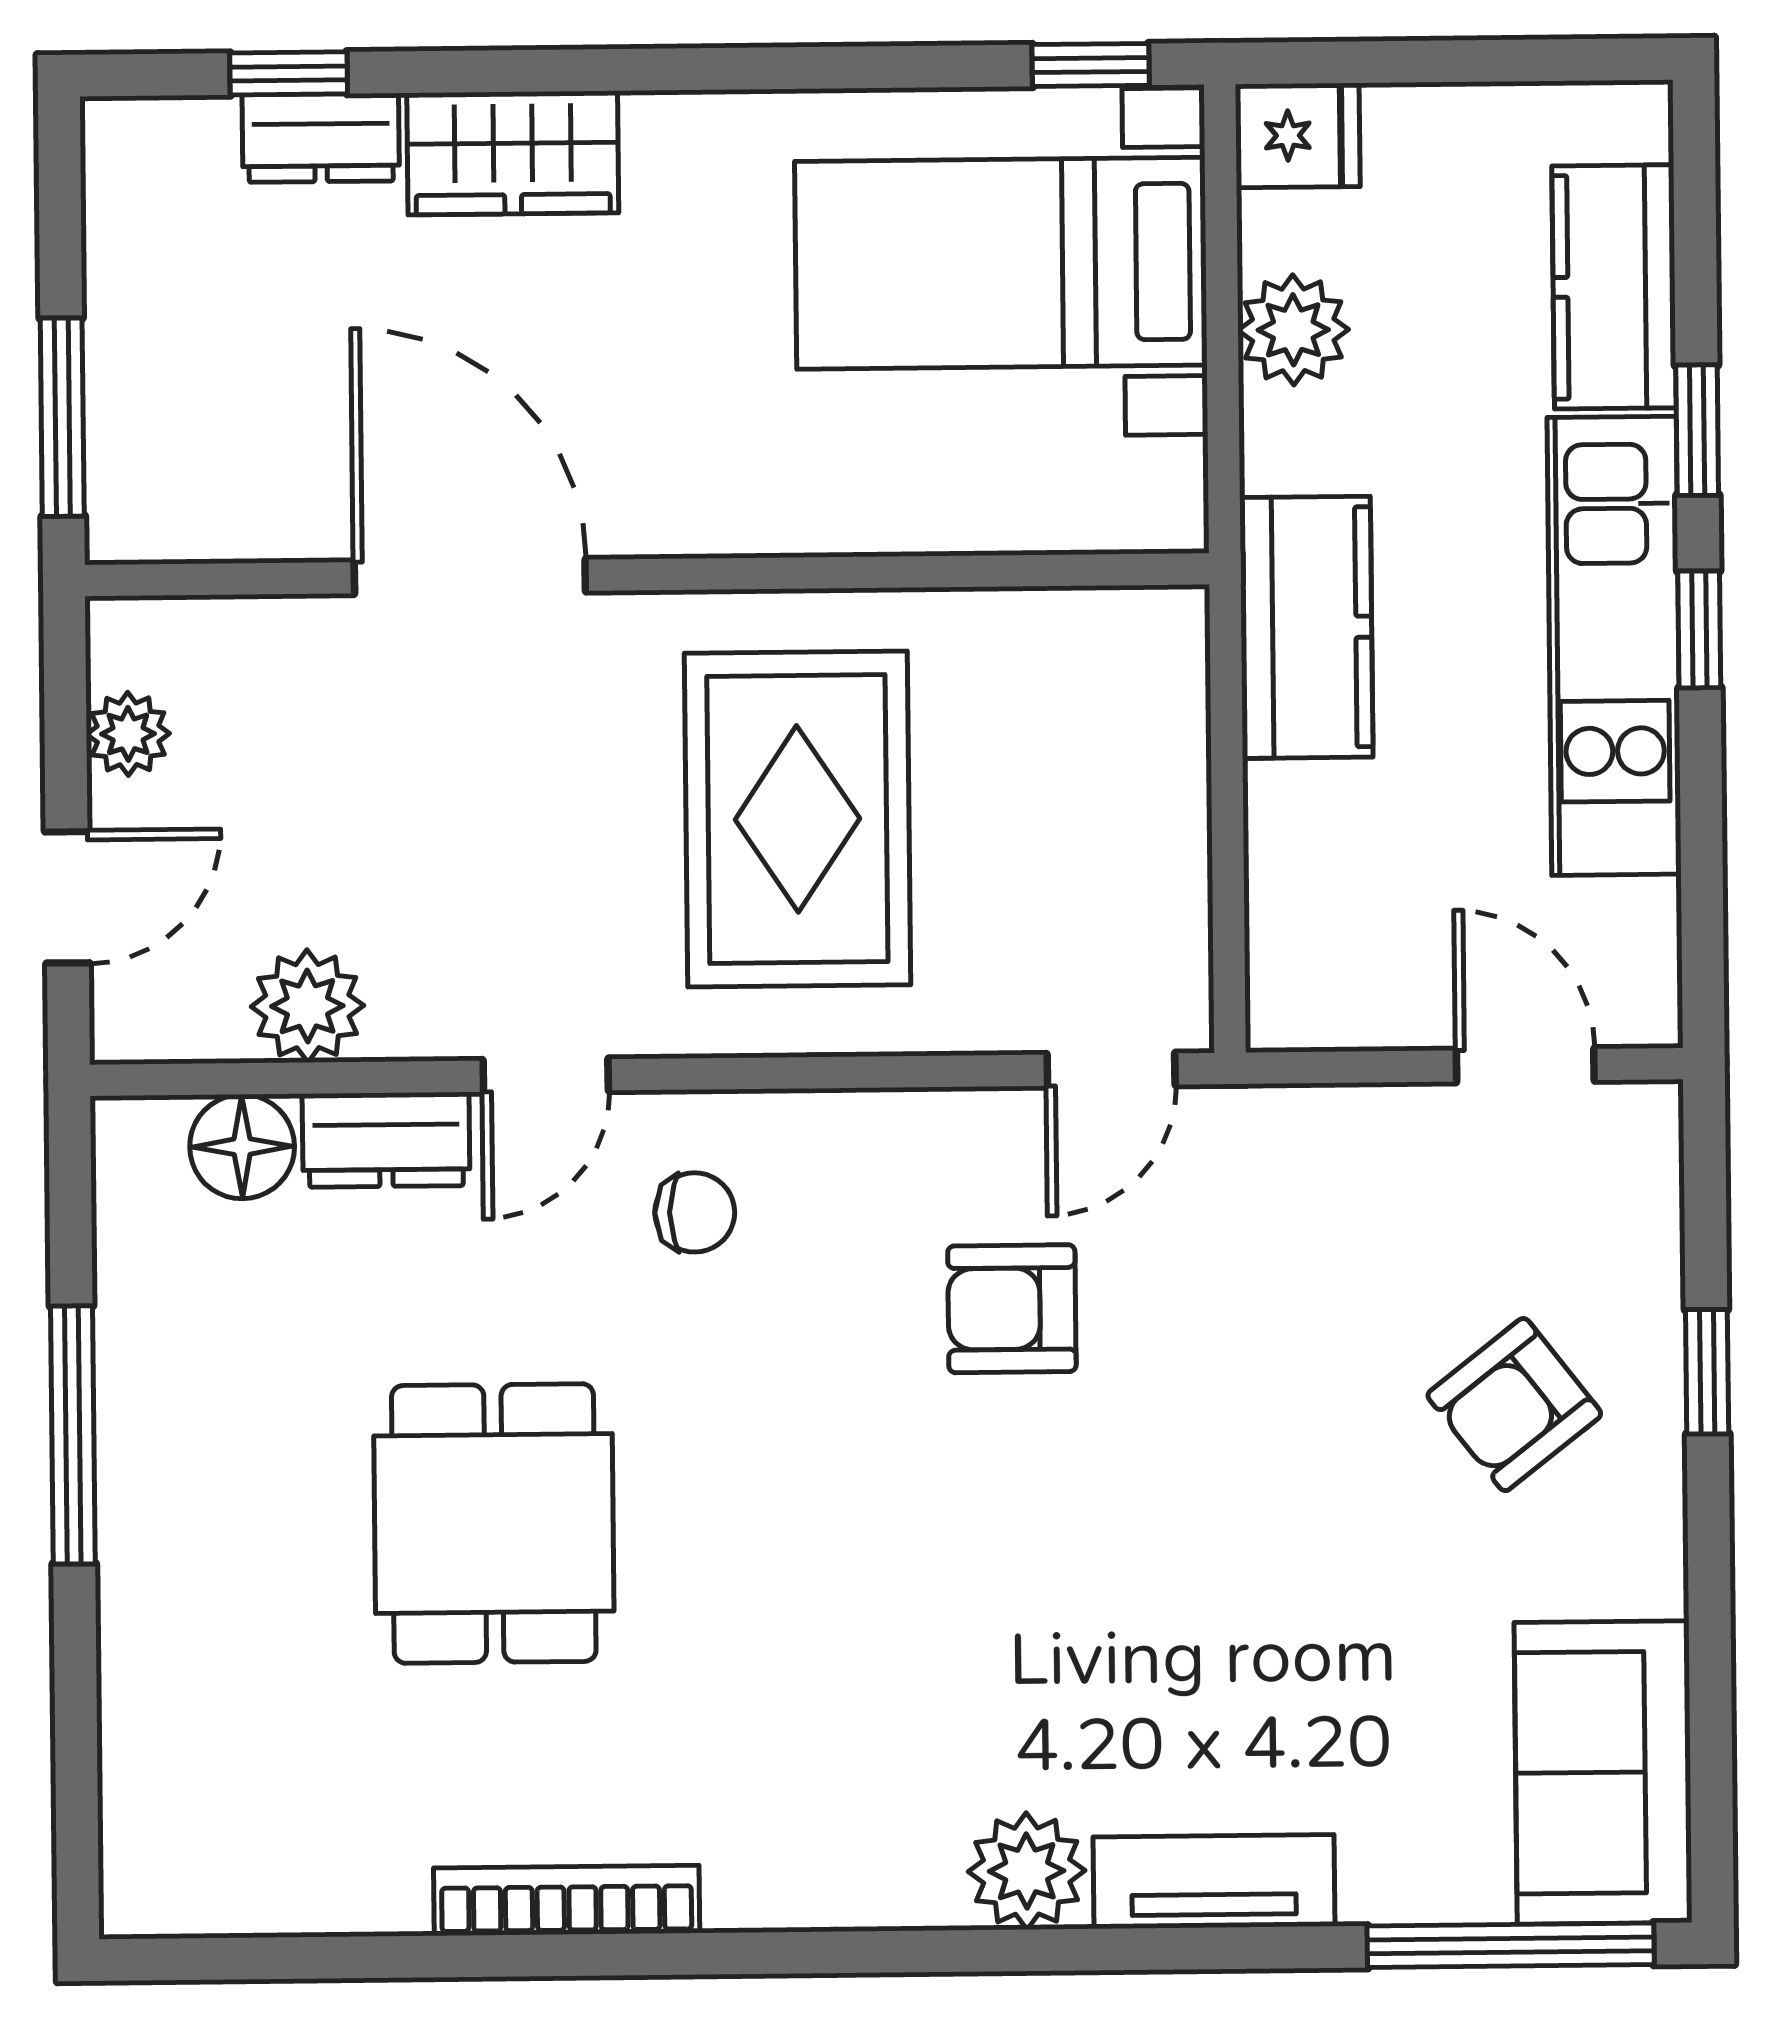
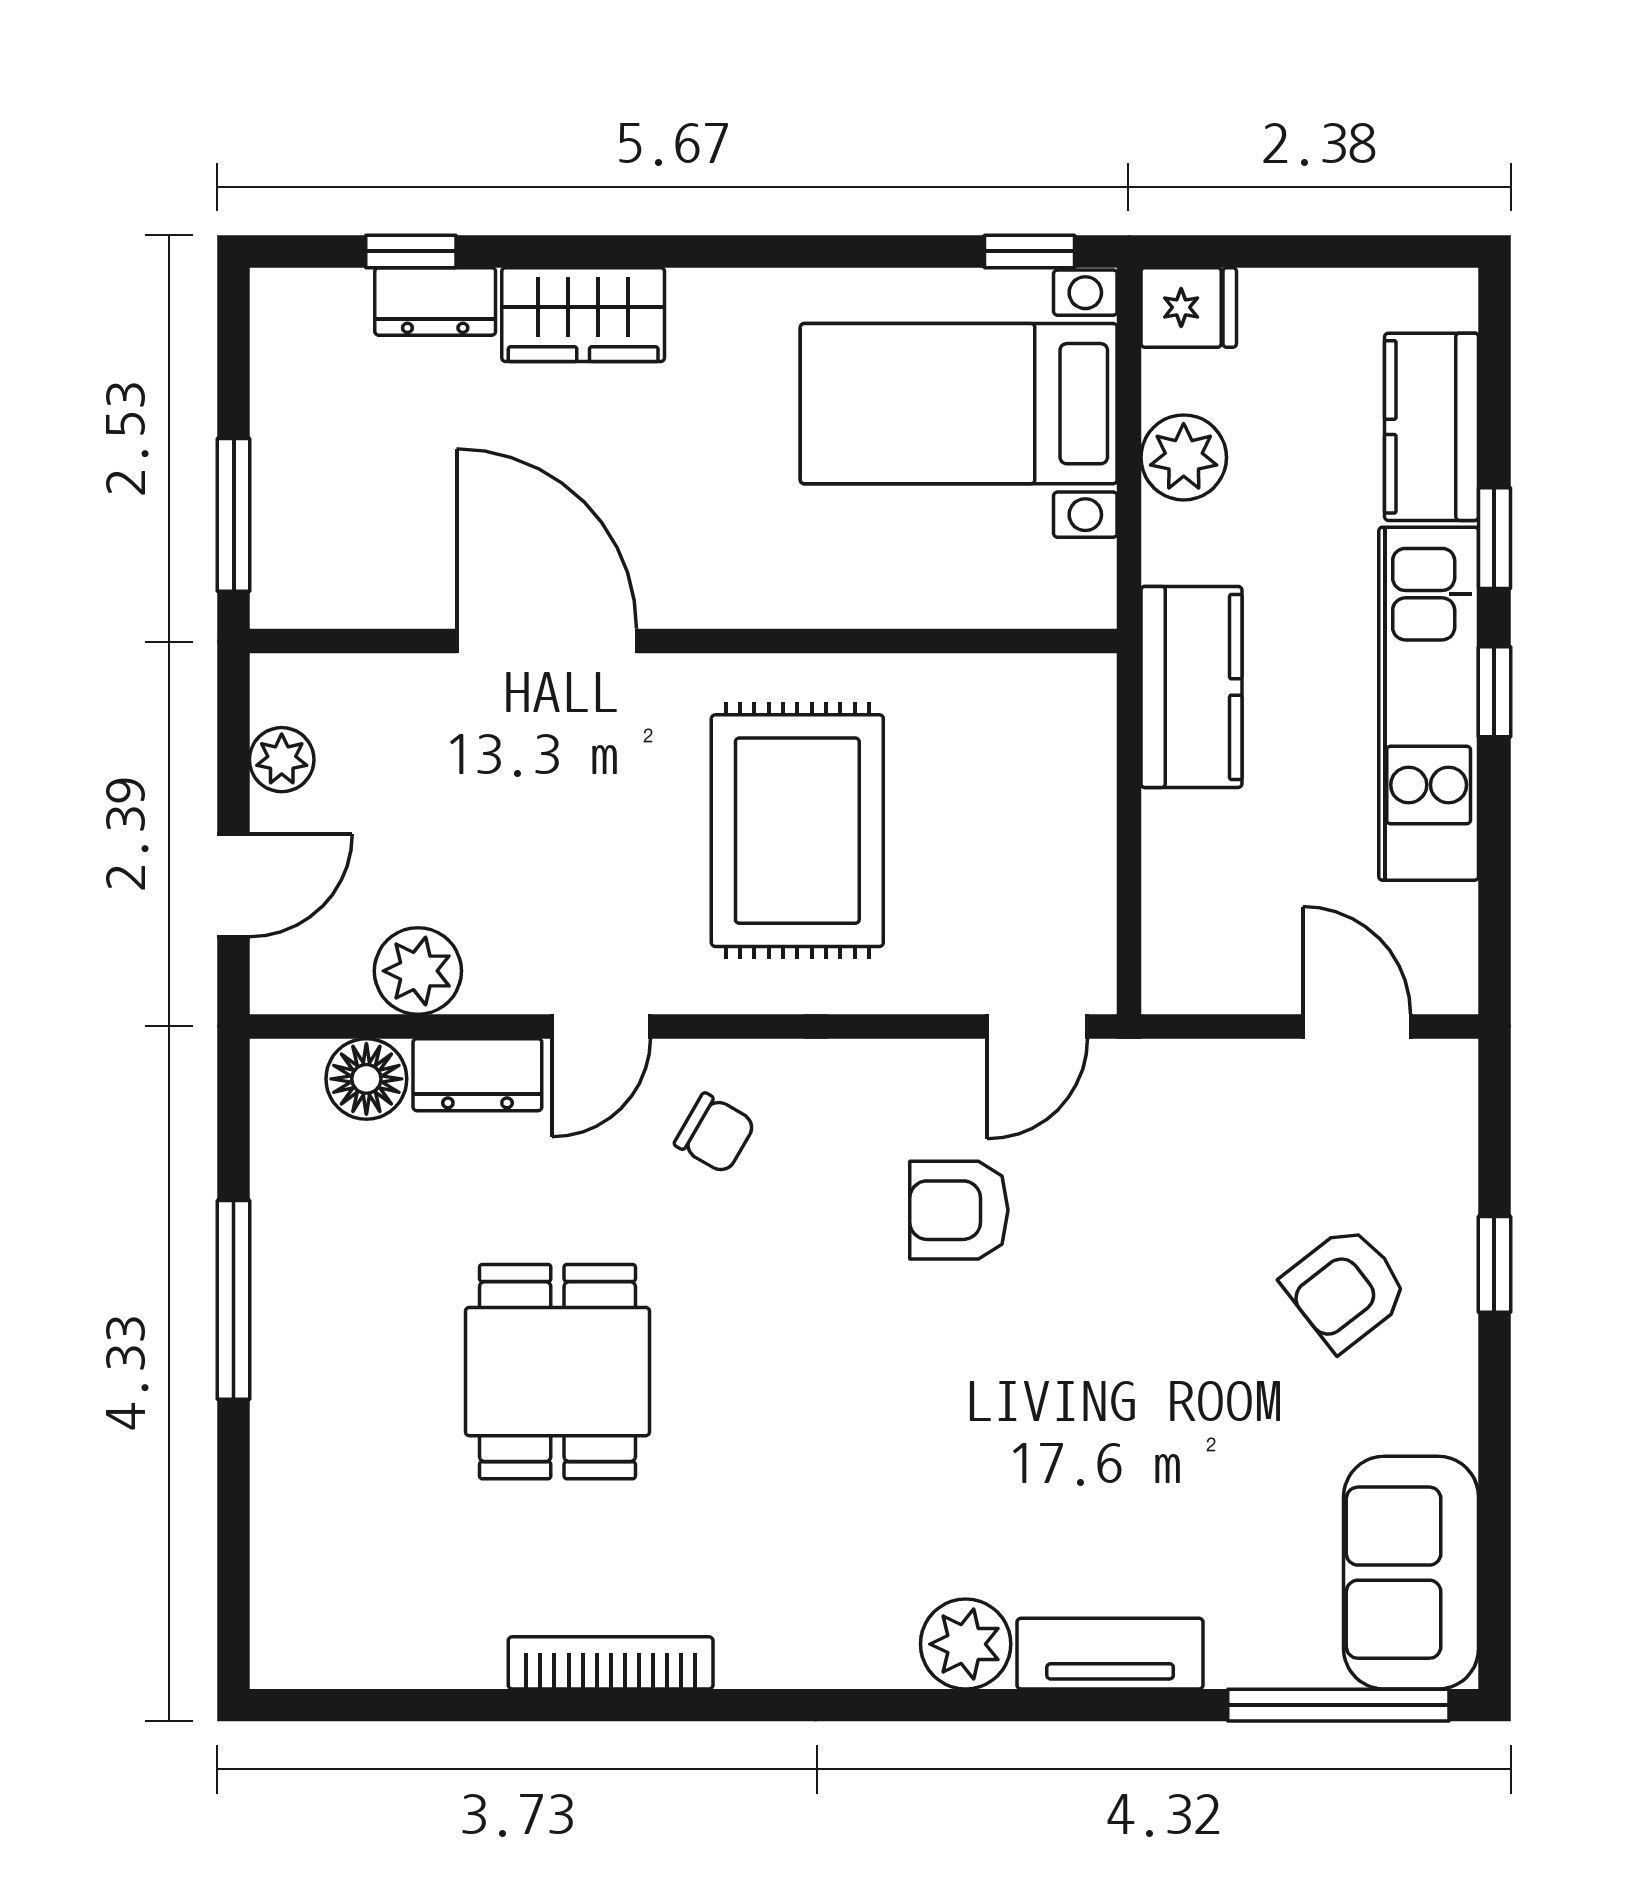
chair: (695, 1212) -> (715, 1133), turned 30

